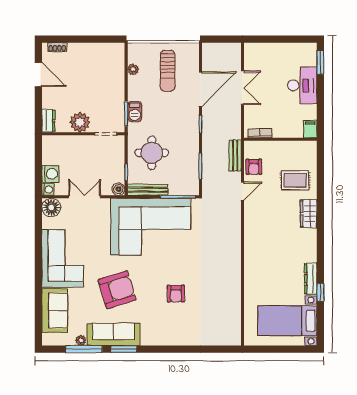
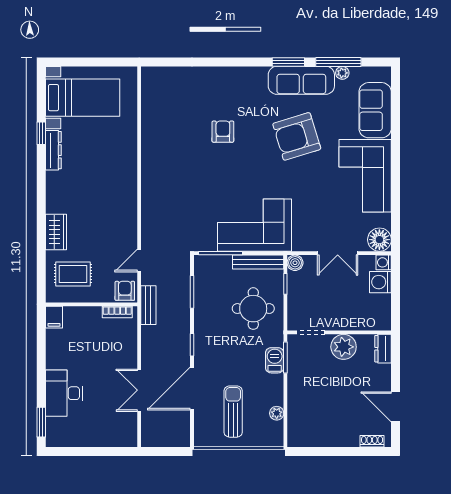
filing cabinet: (310, 129) -> (54, 317), moved
bookcase: (260, 133) -> (117, 312), moved
wall: (280, 139) -> (92, 304), moved
corner sofa: (151, 227) -> (254, 225), width x0.73, depth x0.74

